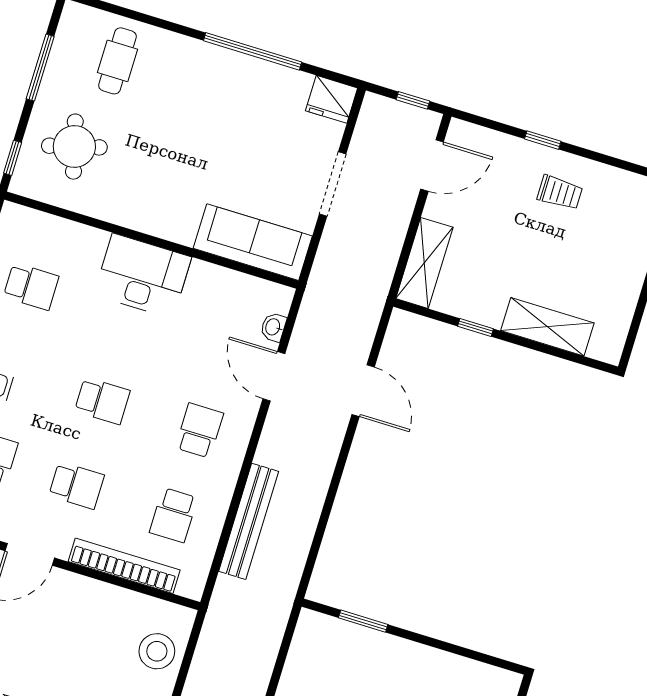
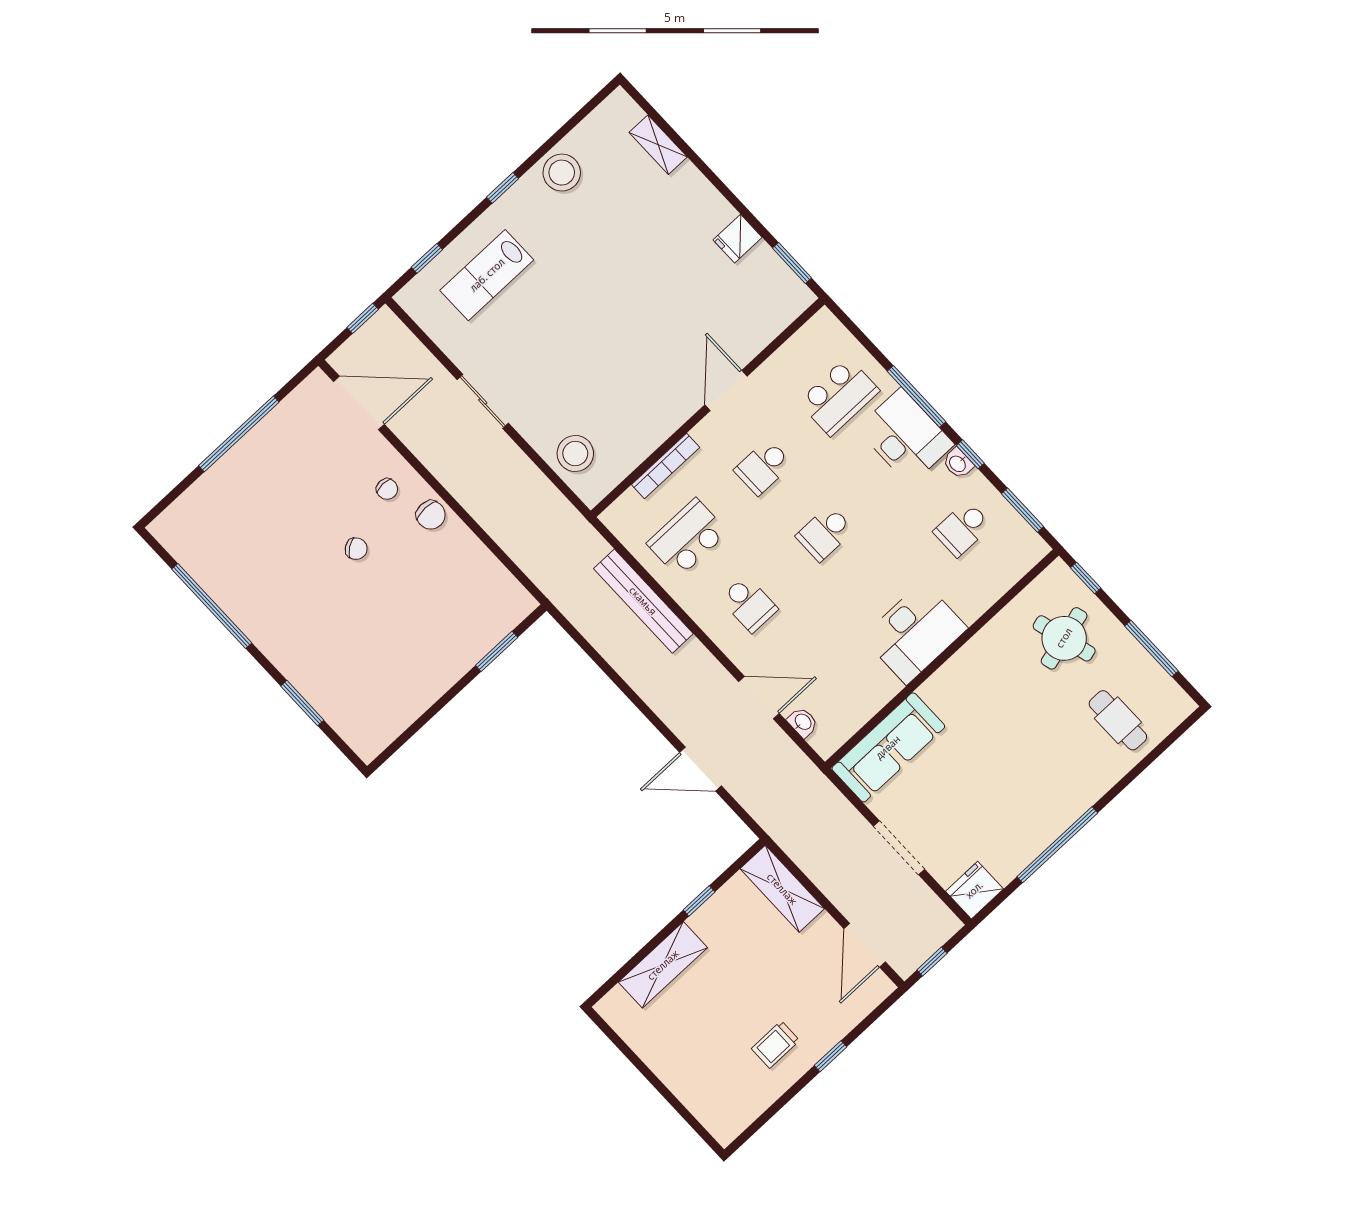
school desk: (174, 515) -> (687, 538), width x1.85
bookcase: (124, 566) -> (666, 466), width x0.68, depth x0.76

